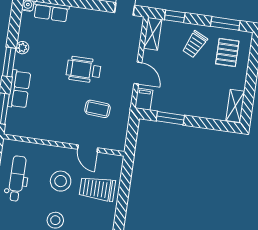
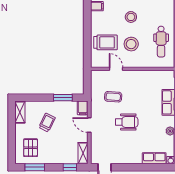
trolley: (195, 44) -> (47, 123), moved

